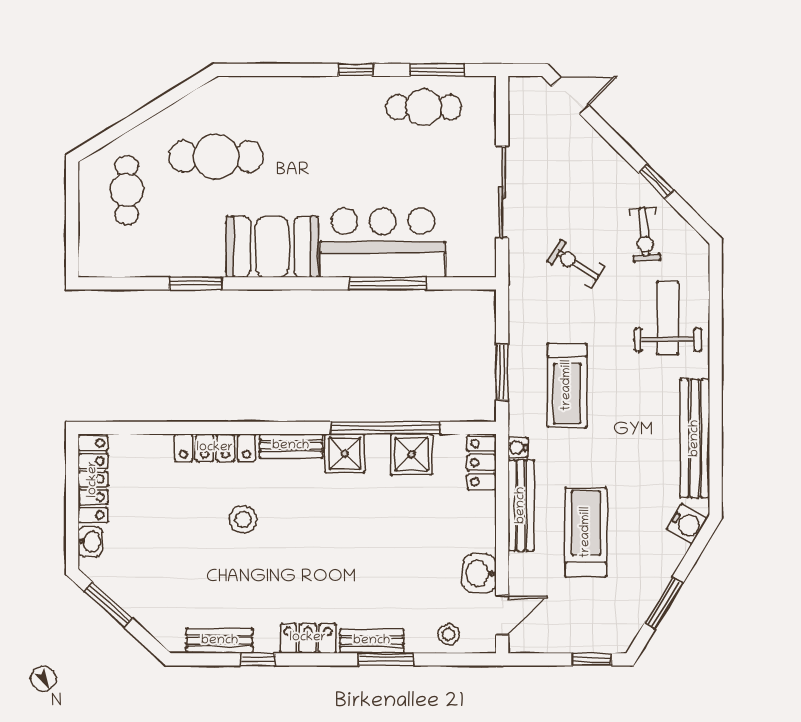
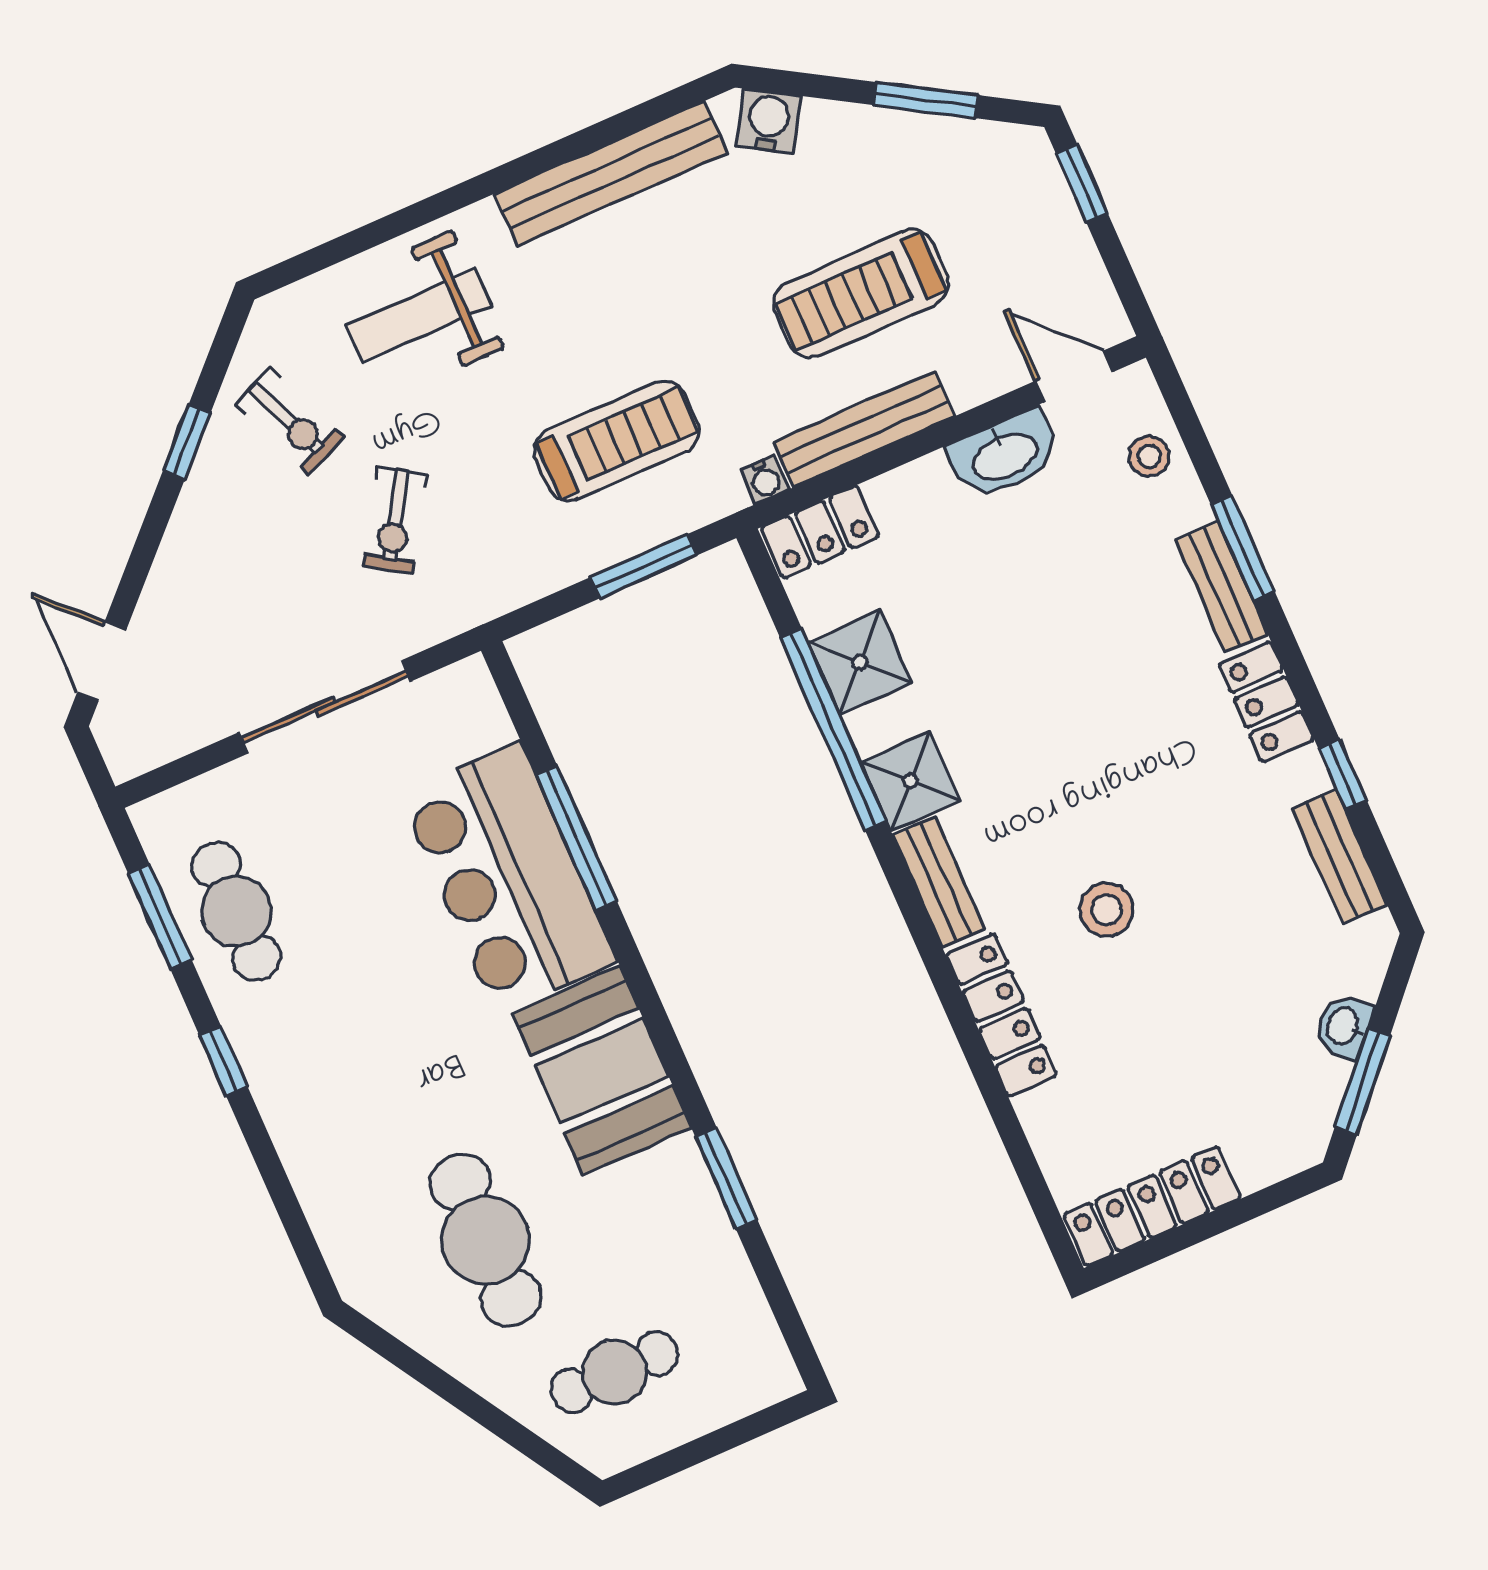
exercise bike: (645, 235) -> (289, 421), turned 72
washbasin: (90, 542) -> (1344, 1026), moved, turned -48
washbasin: (480, 573) -> (1004, 455), width x1.38

